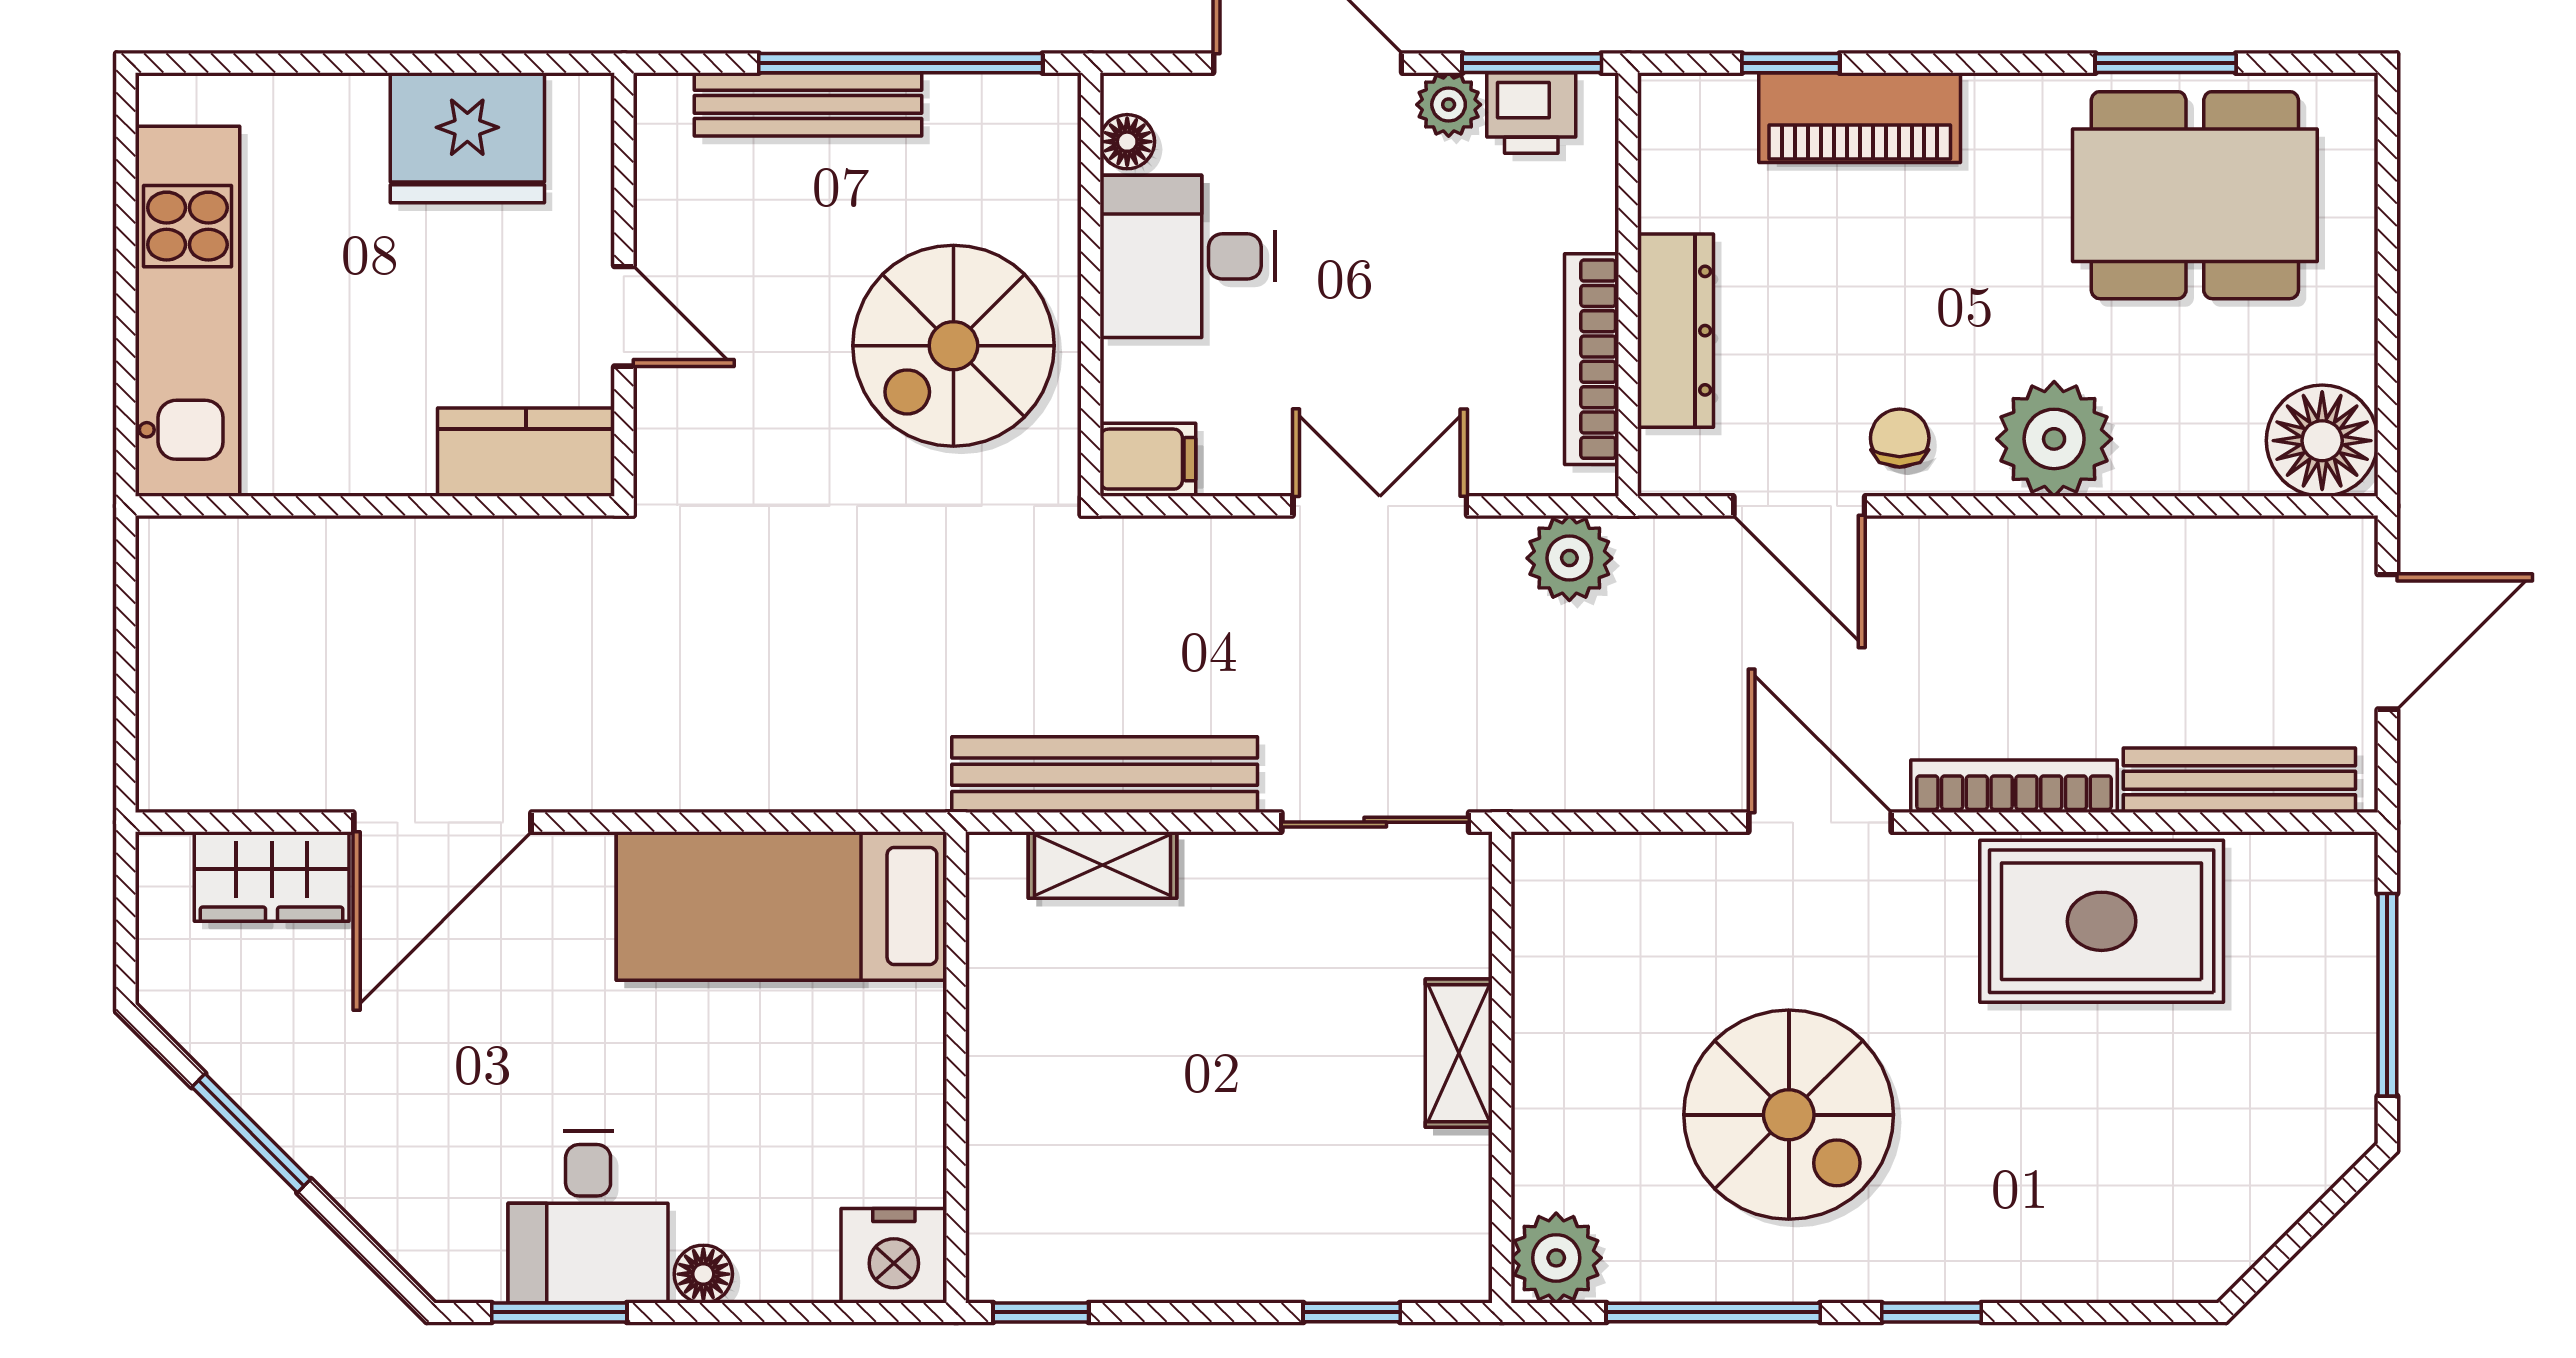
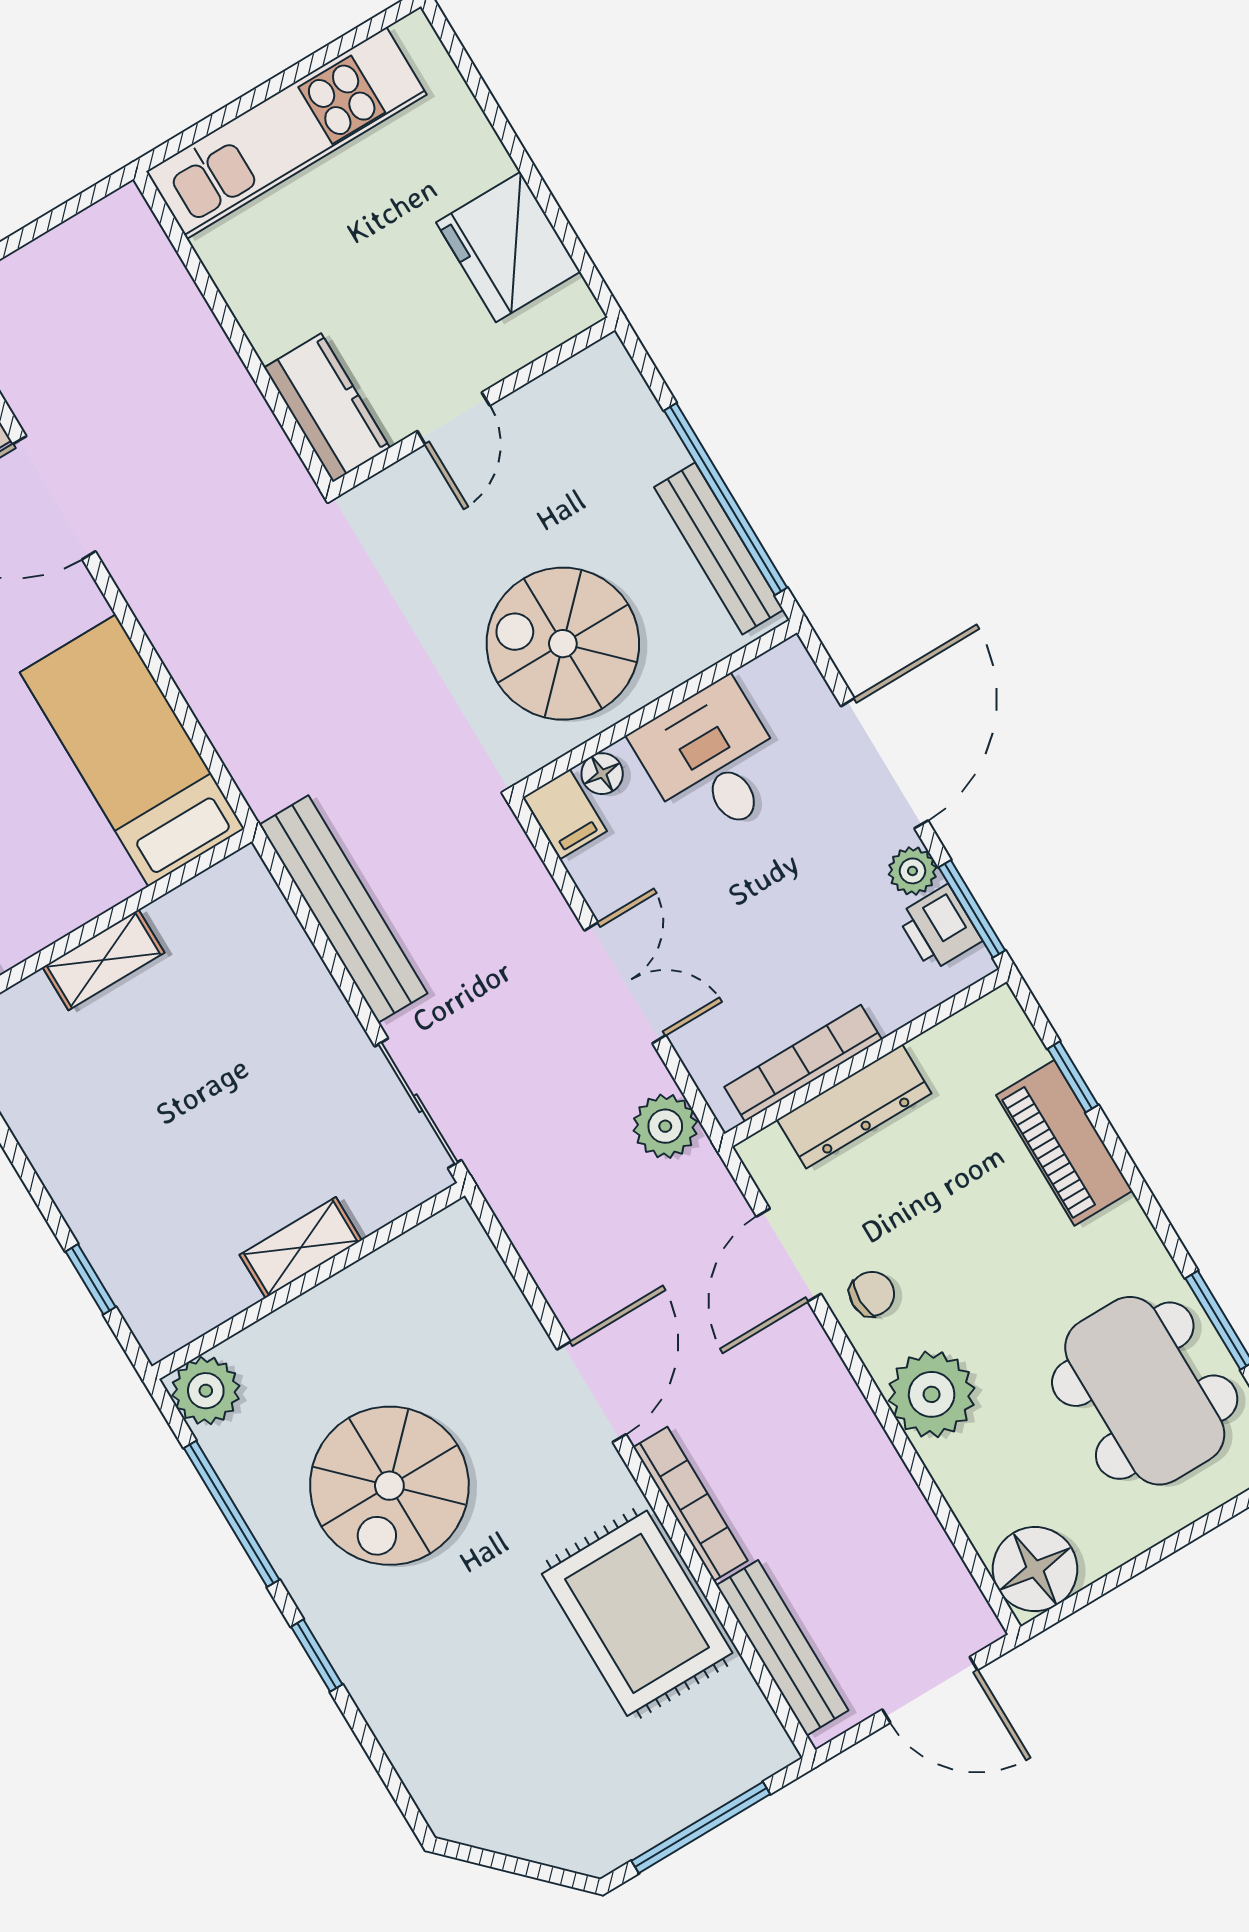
bench: (808, 104) -> (719, 548), moved
floor lamp: (1127, 142) -> (602, 774), moved
shelving: (1102, 865) -> (103, 960), moved, turned 90

